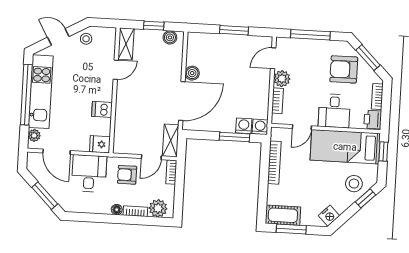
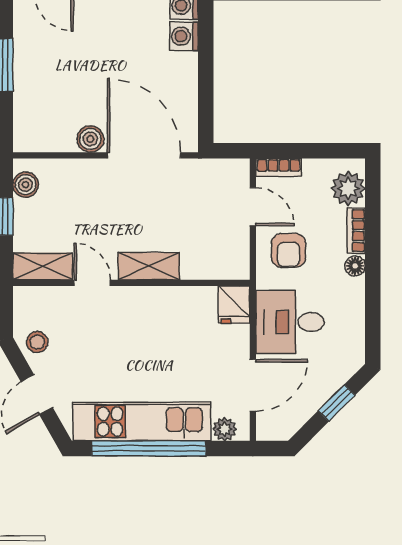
dishwasher: (102, 109) -> (168, 305), removed
window: (234, 137) -> (206, 52), removed
shelving: (171, 140) -> (149, 266), moved
window: (45, 196) -> (337, 403), width x0.67

